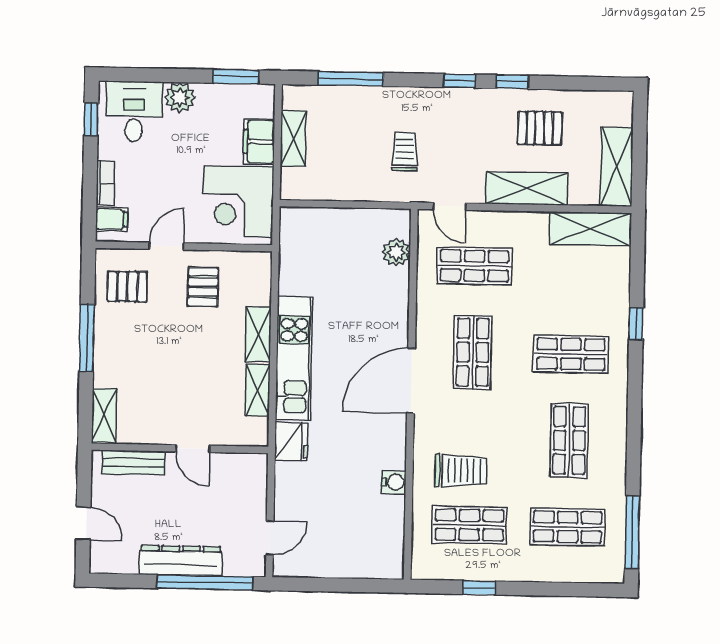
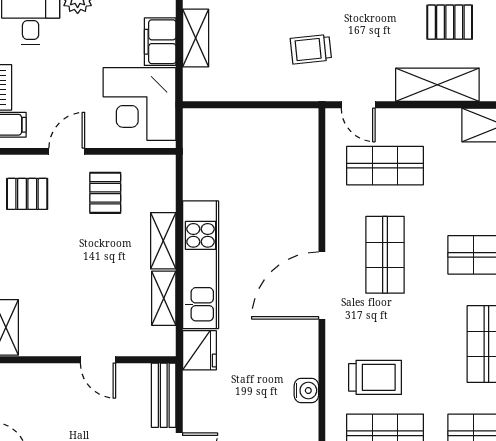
trolley: (405, 152) -> (311, 49), turned -96
plant: (396, 252) -> (304, 153), removed
bench: (133, 462) -> (164, 395), moved, turned 90

